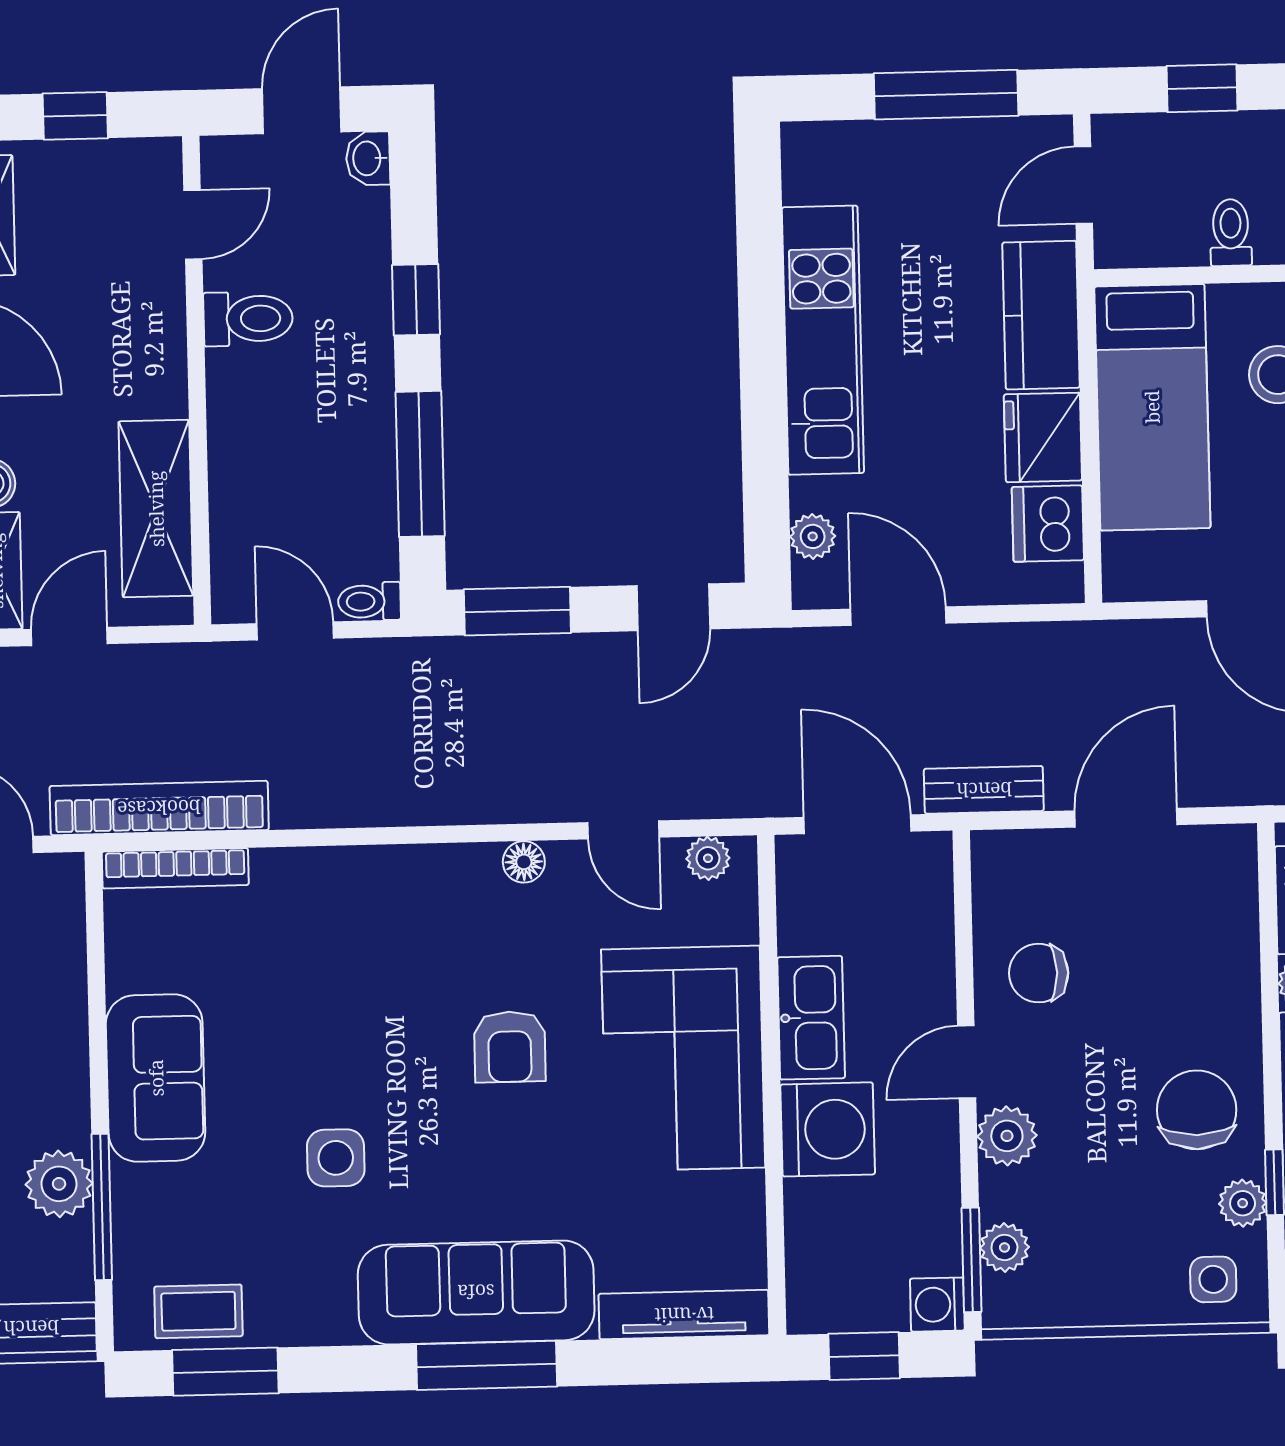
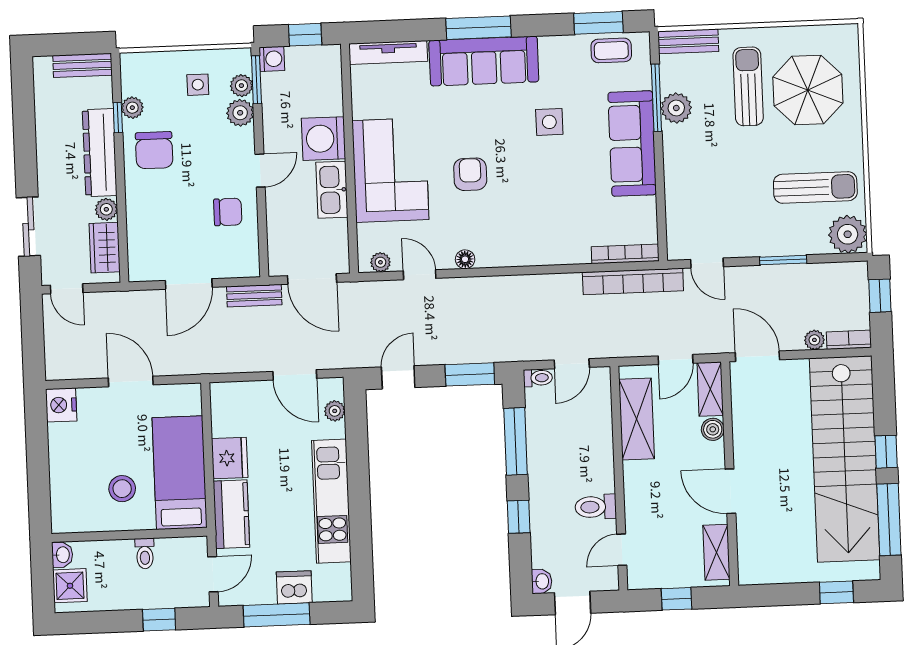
dishwasher: (1048, 524) -> (294, 587), moved, turned -90
door: (295, 631) -> (572, 364), hinge flipped
sofa: (156, 1078) -> (632, 144), width x1.36
plant: (1007, 1136) -> (240, 113), moved
side table: (1213, 1279) -> (198, 85), moved

